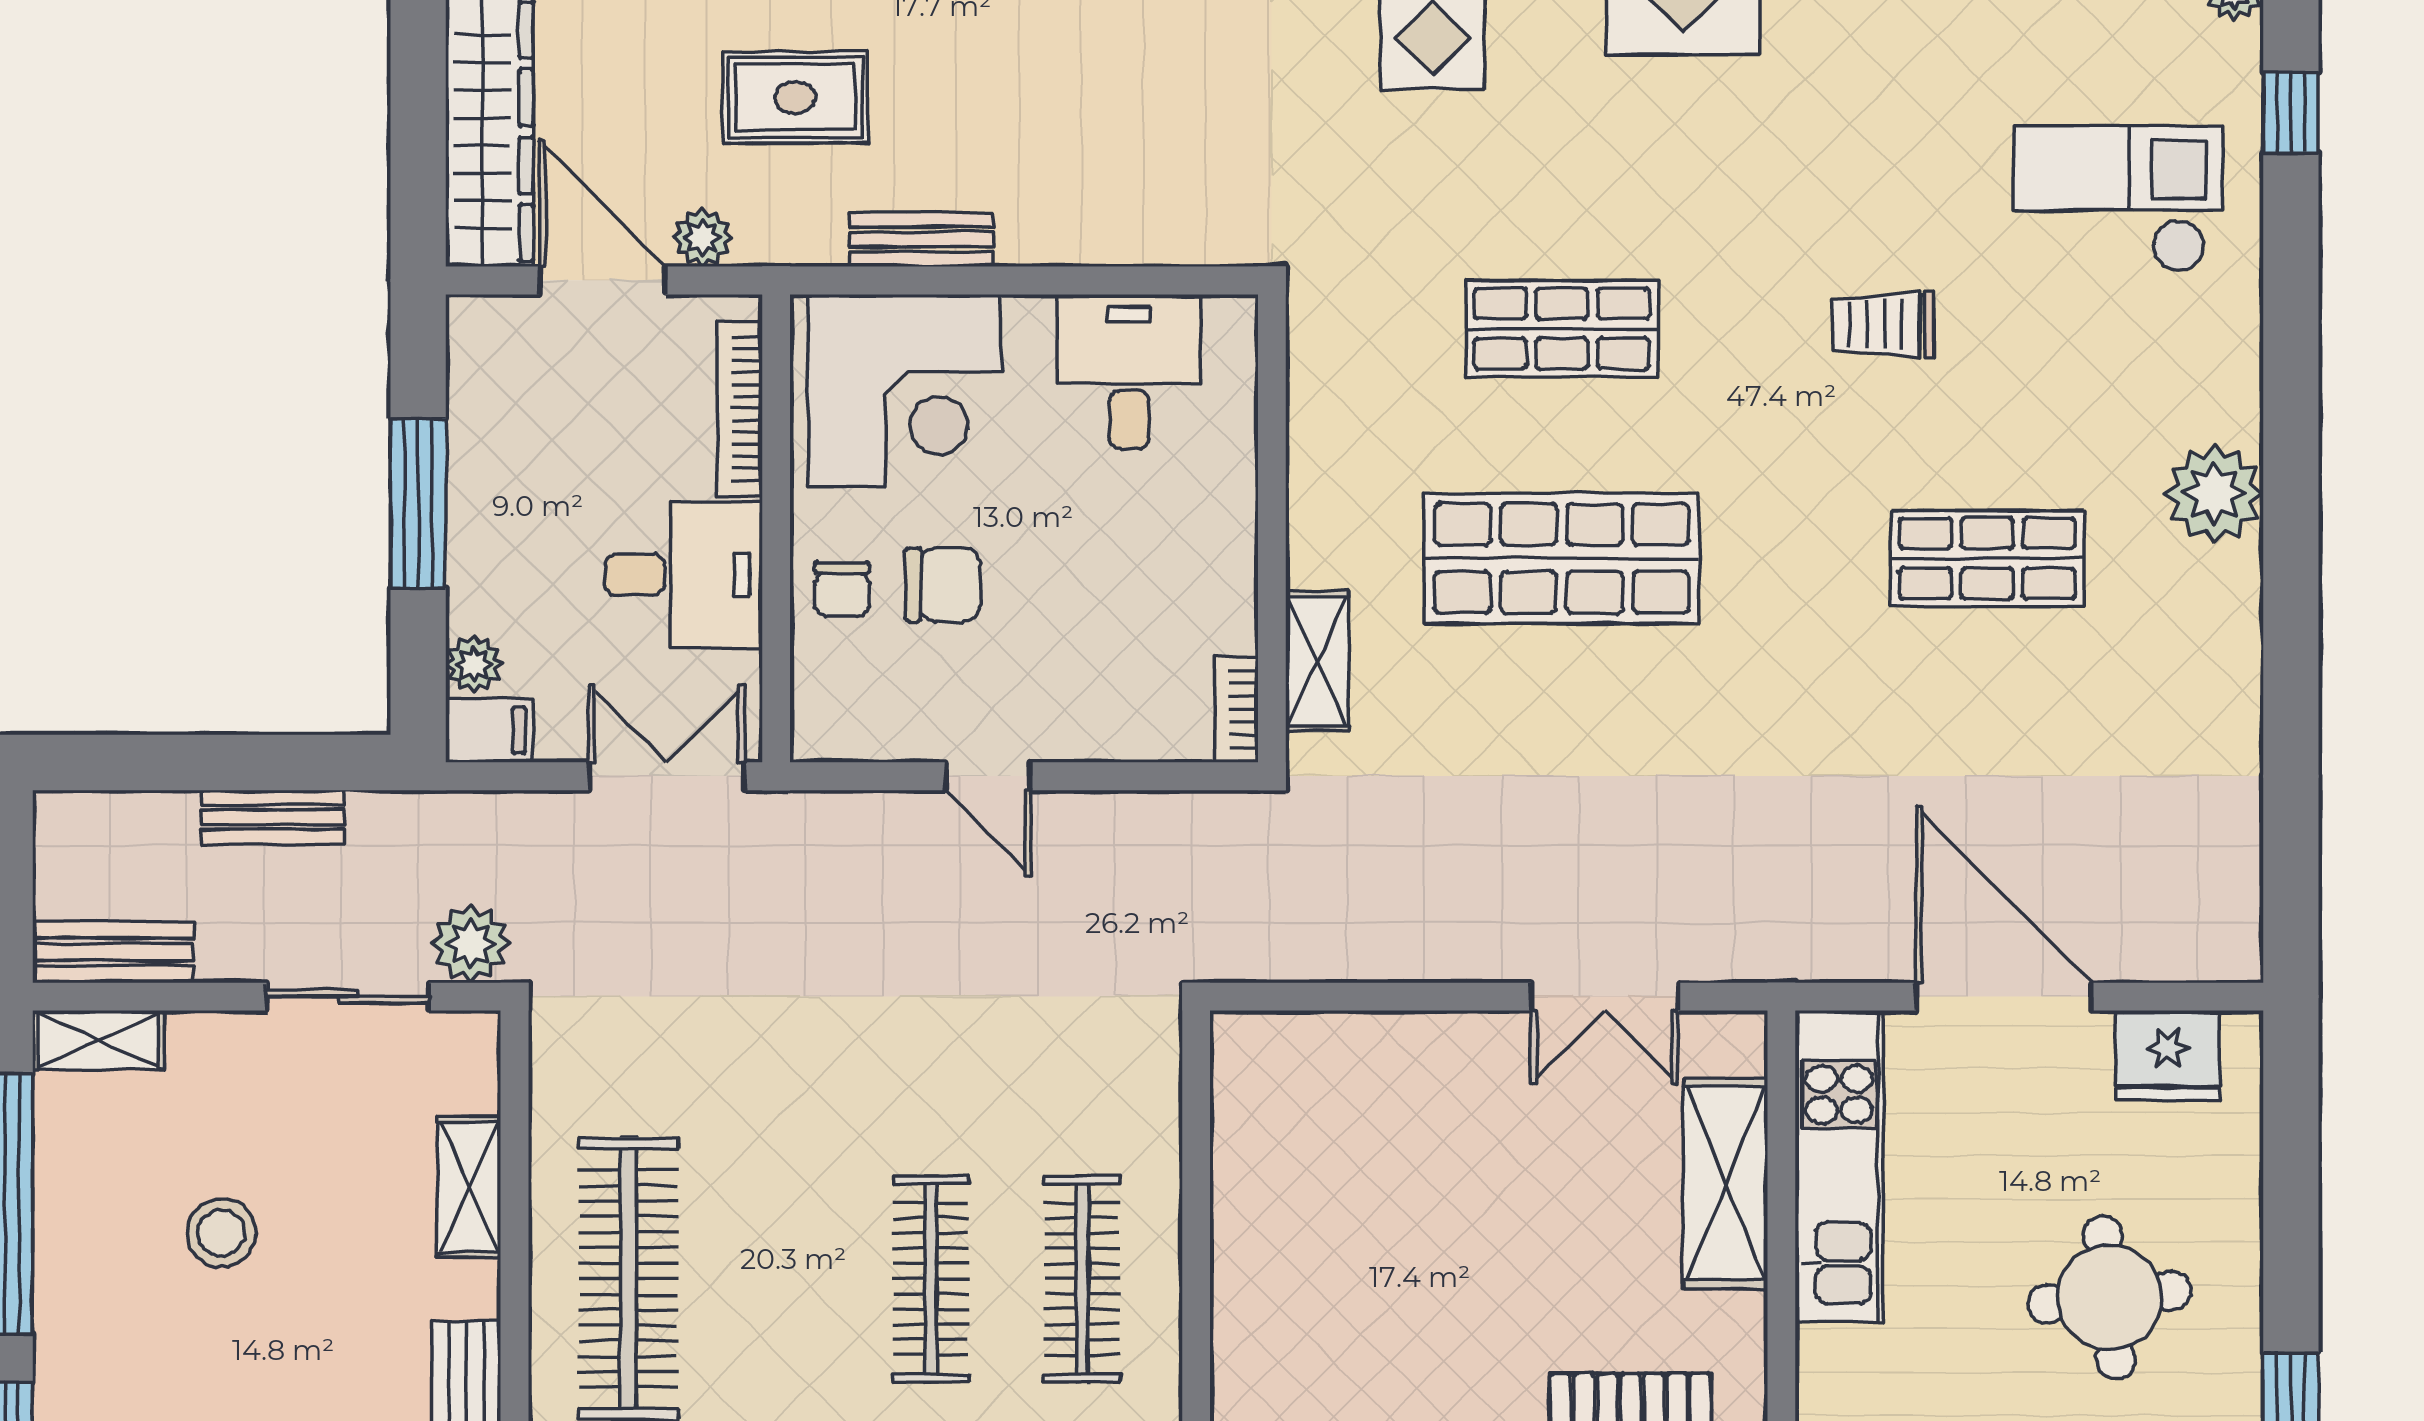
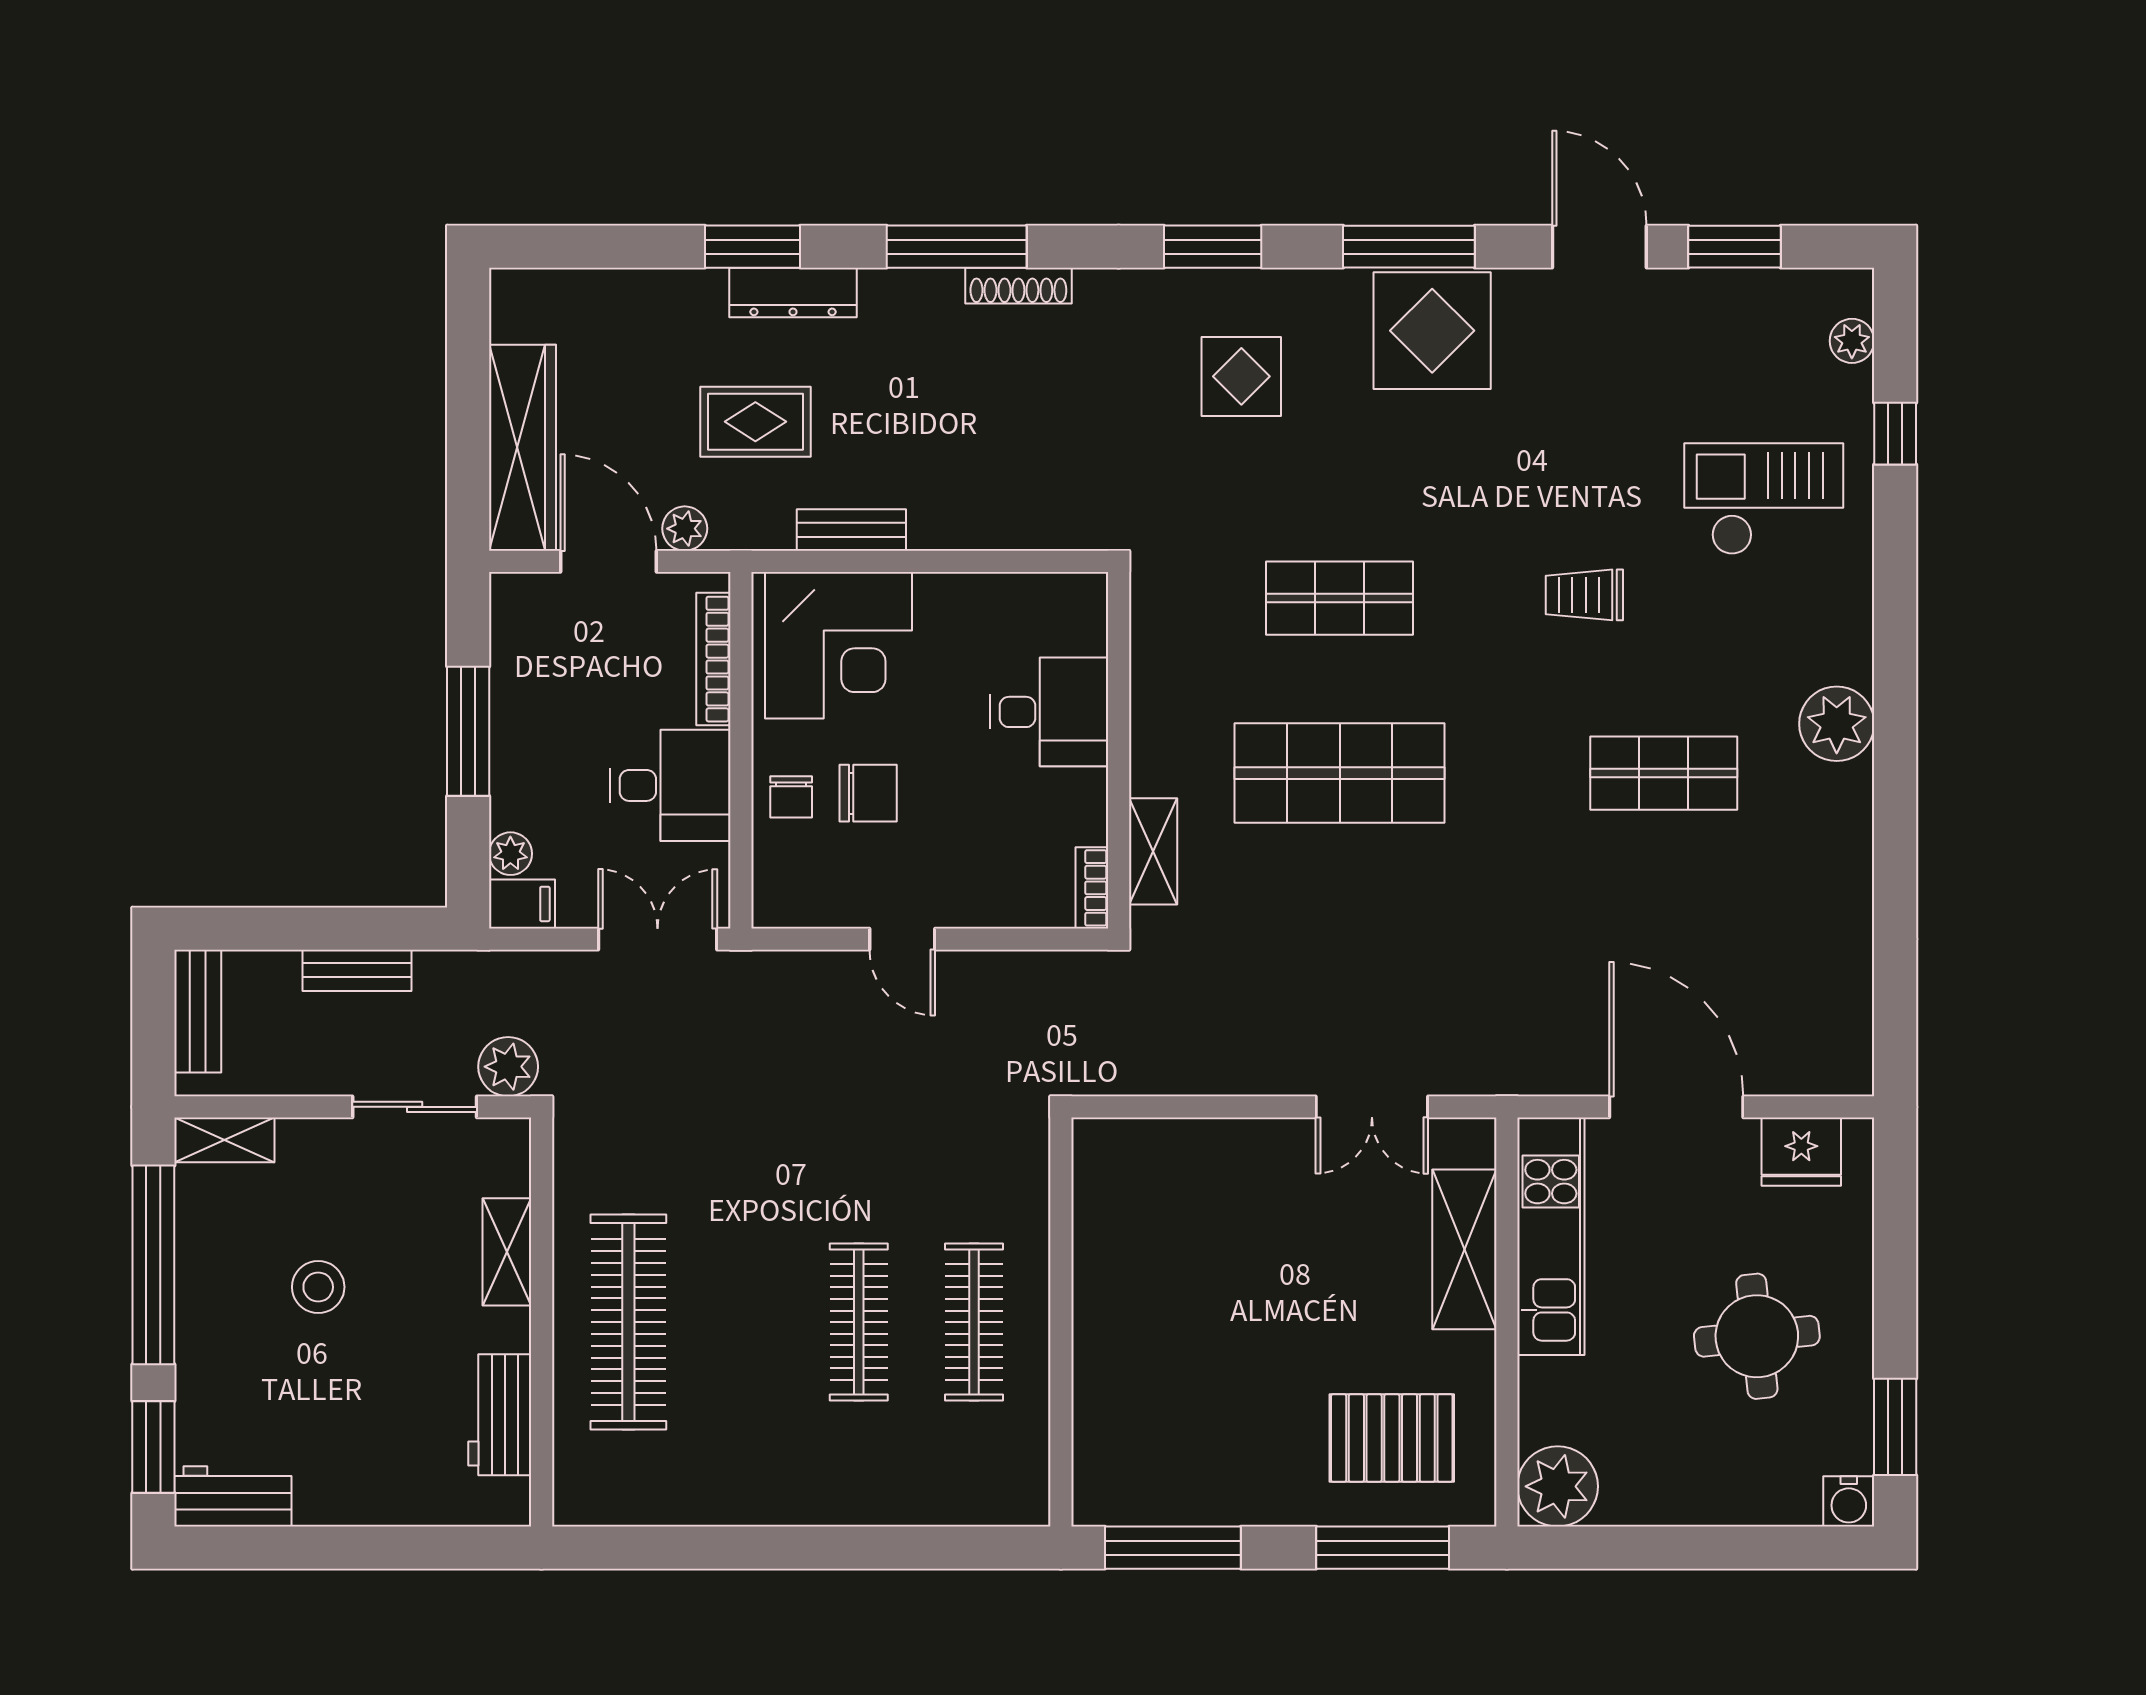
desk: (1129, 371) -> (1049, 712), moved, turned 90
bench: (113, 952) -> (198, 1011), moved, turned 90

